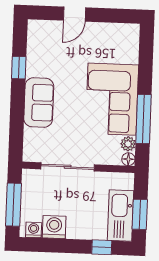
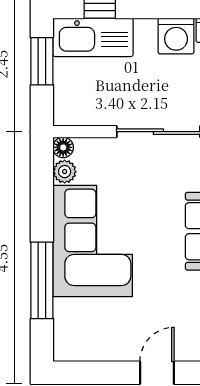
window: (143, 119) -> (42, 280), moved
kitchen sink: (121, 216) -> (93, 37), moved, turned 90

